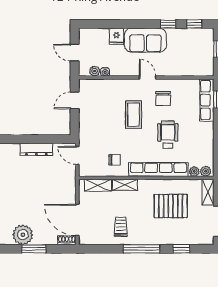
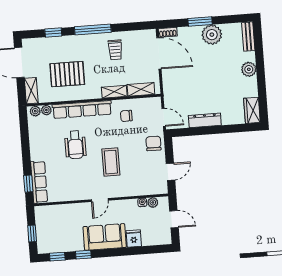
door: (147, 78) -> (100, 200), hinge flipped
chair: (163, 99) -> (153, 143), moved

